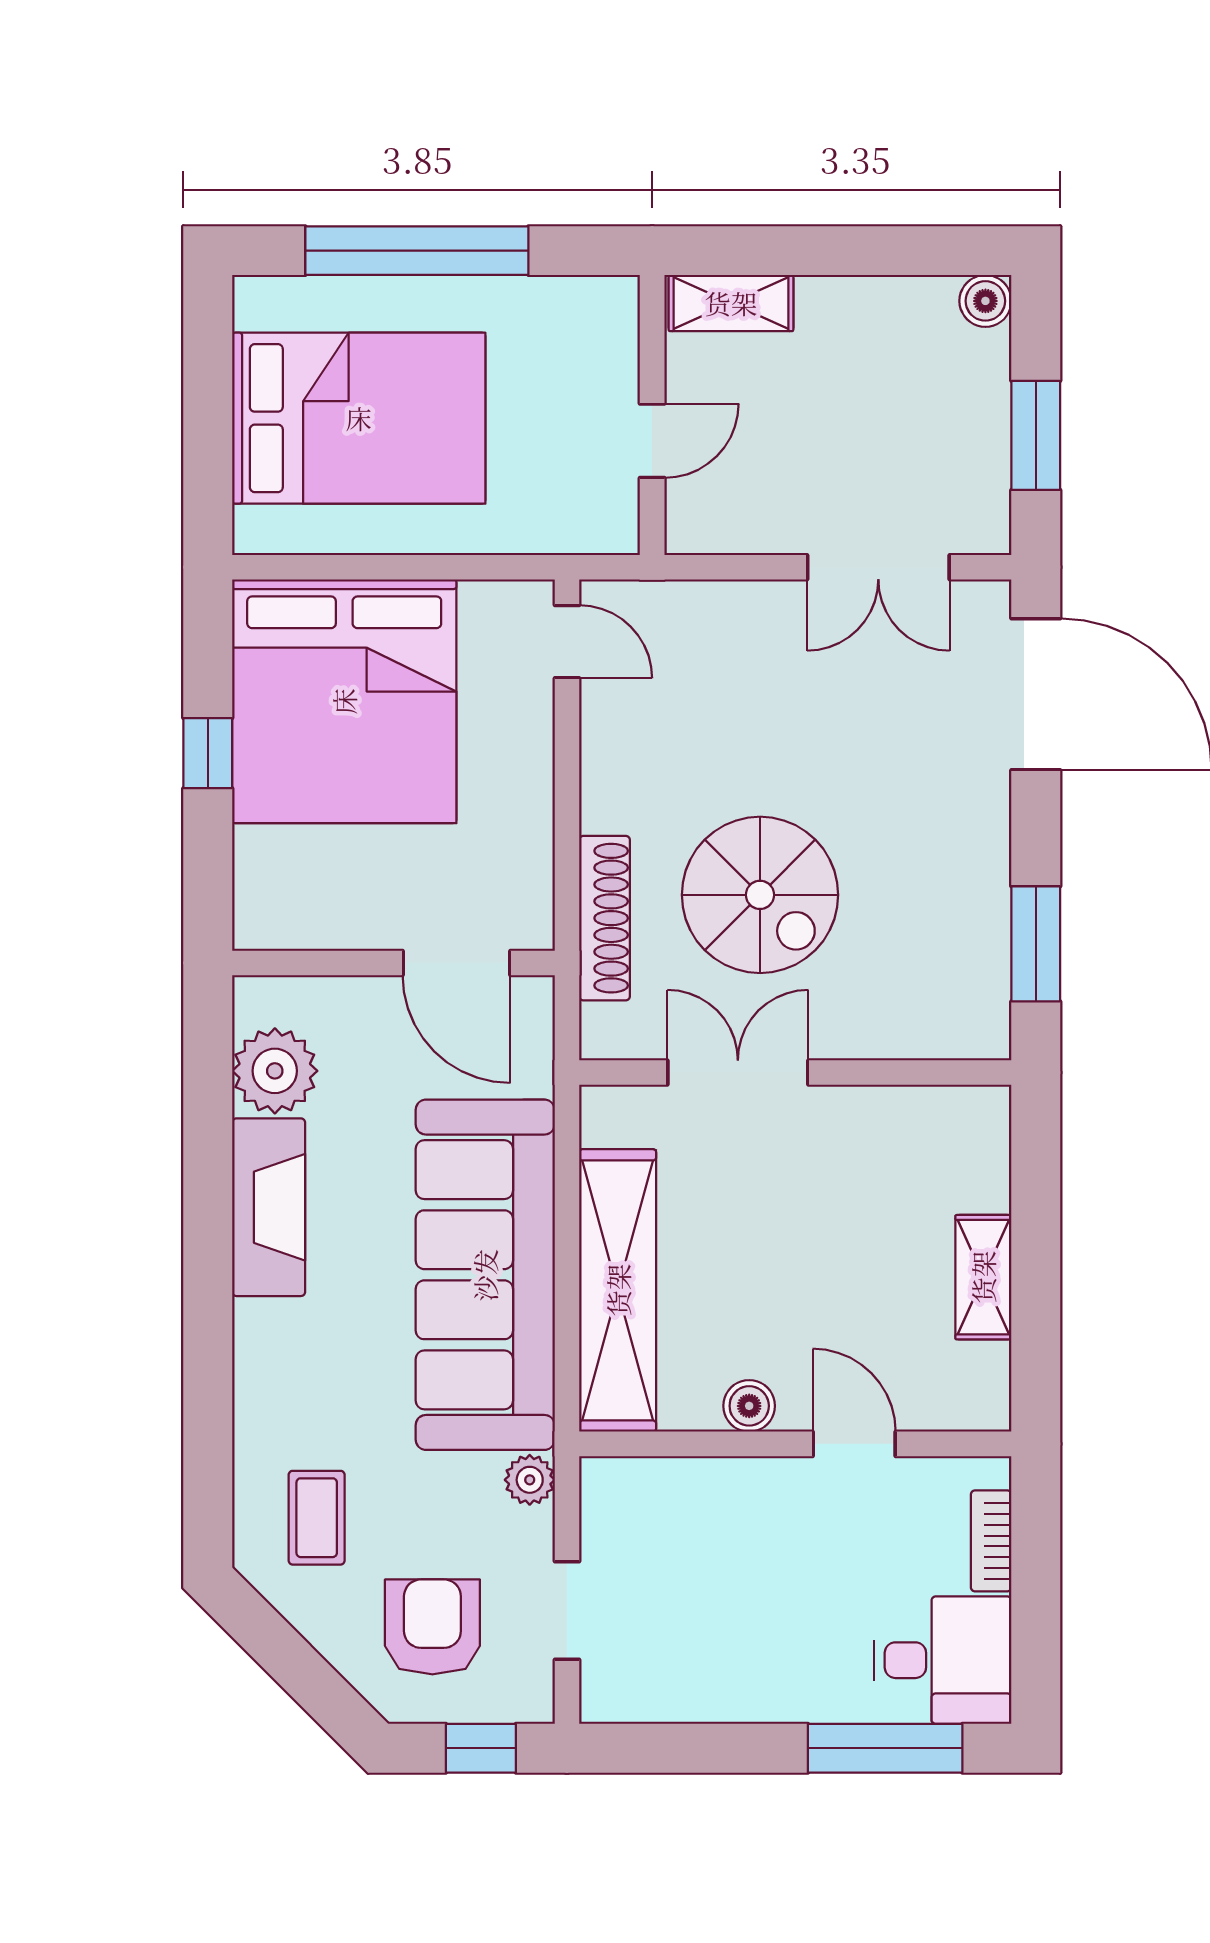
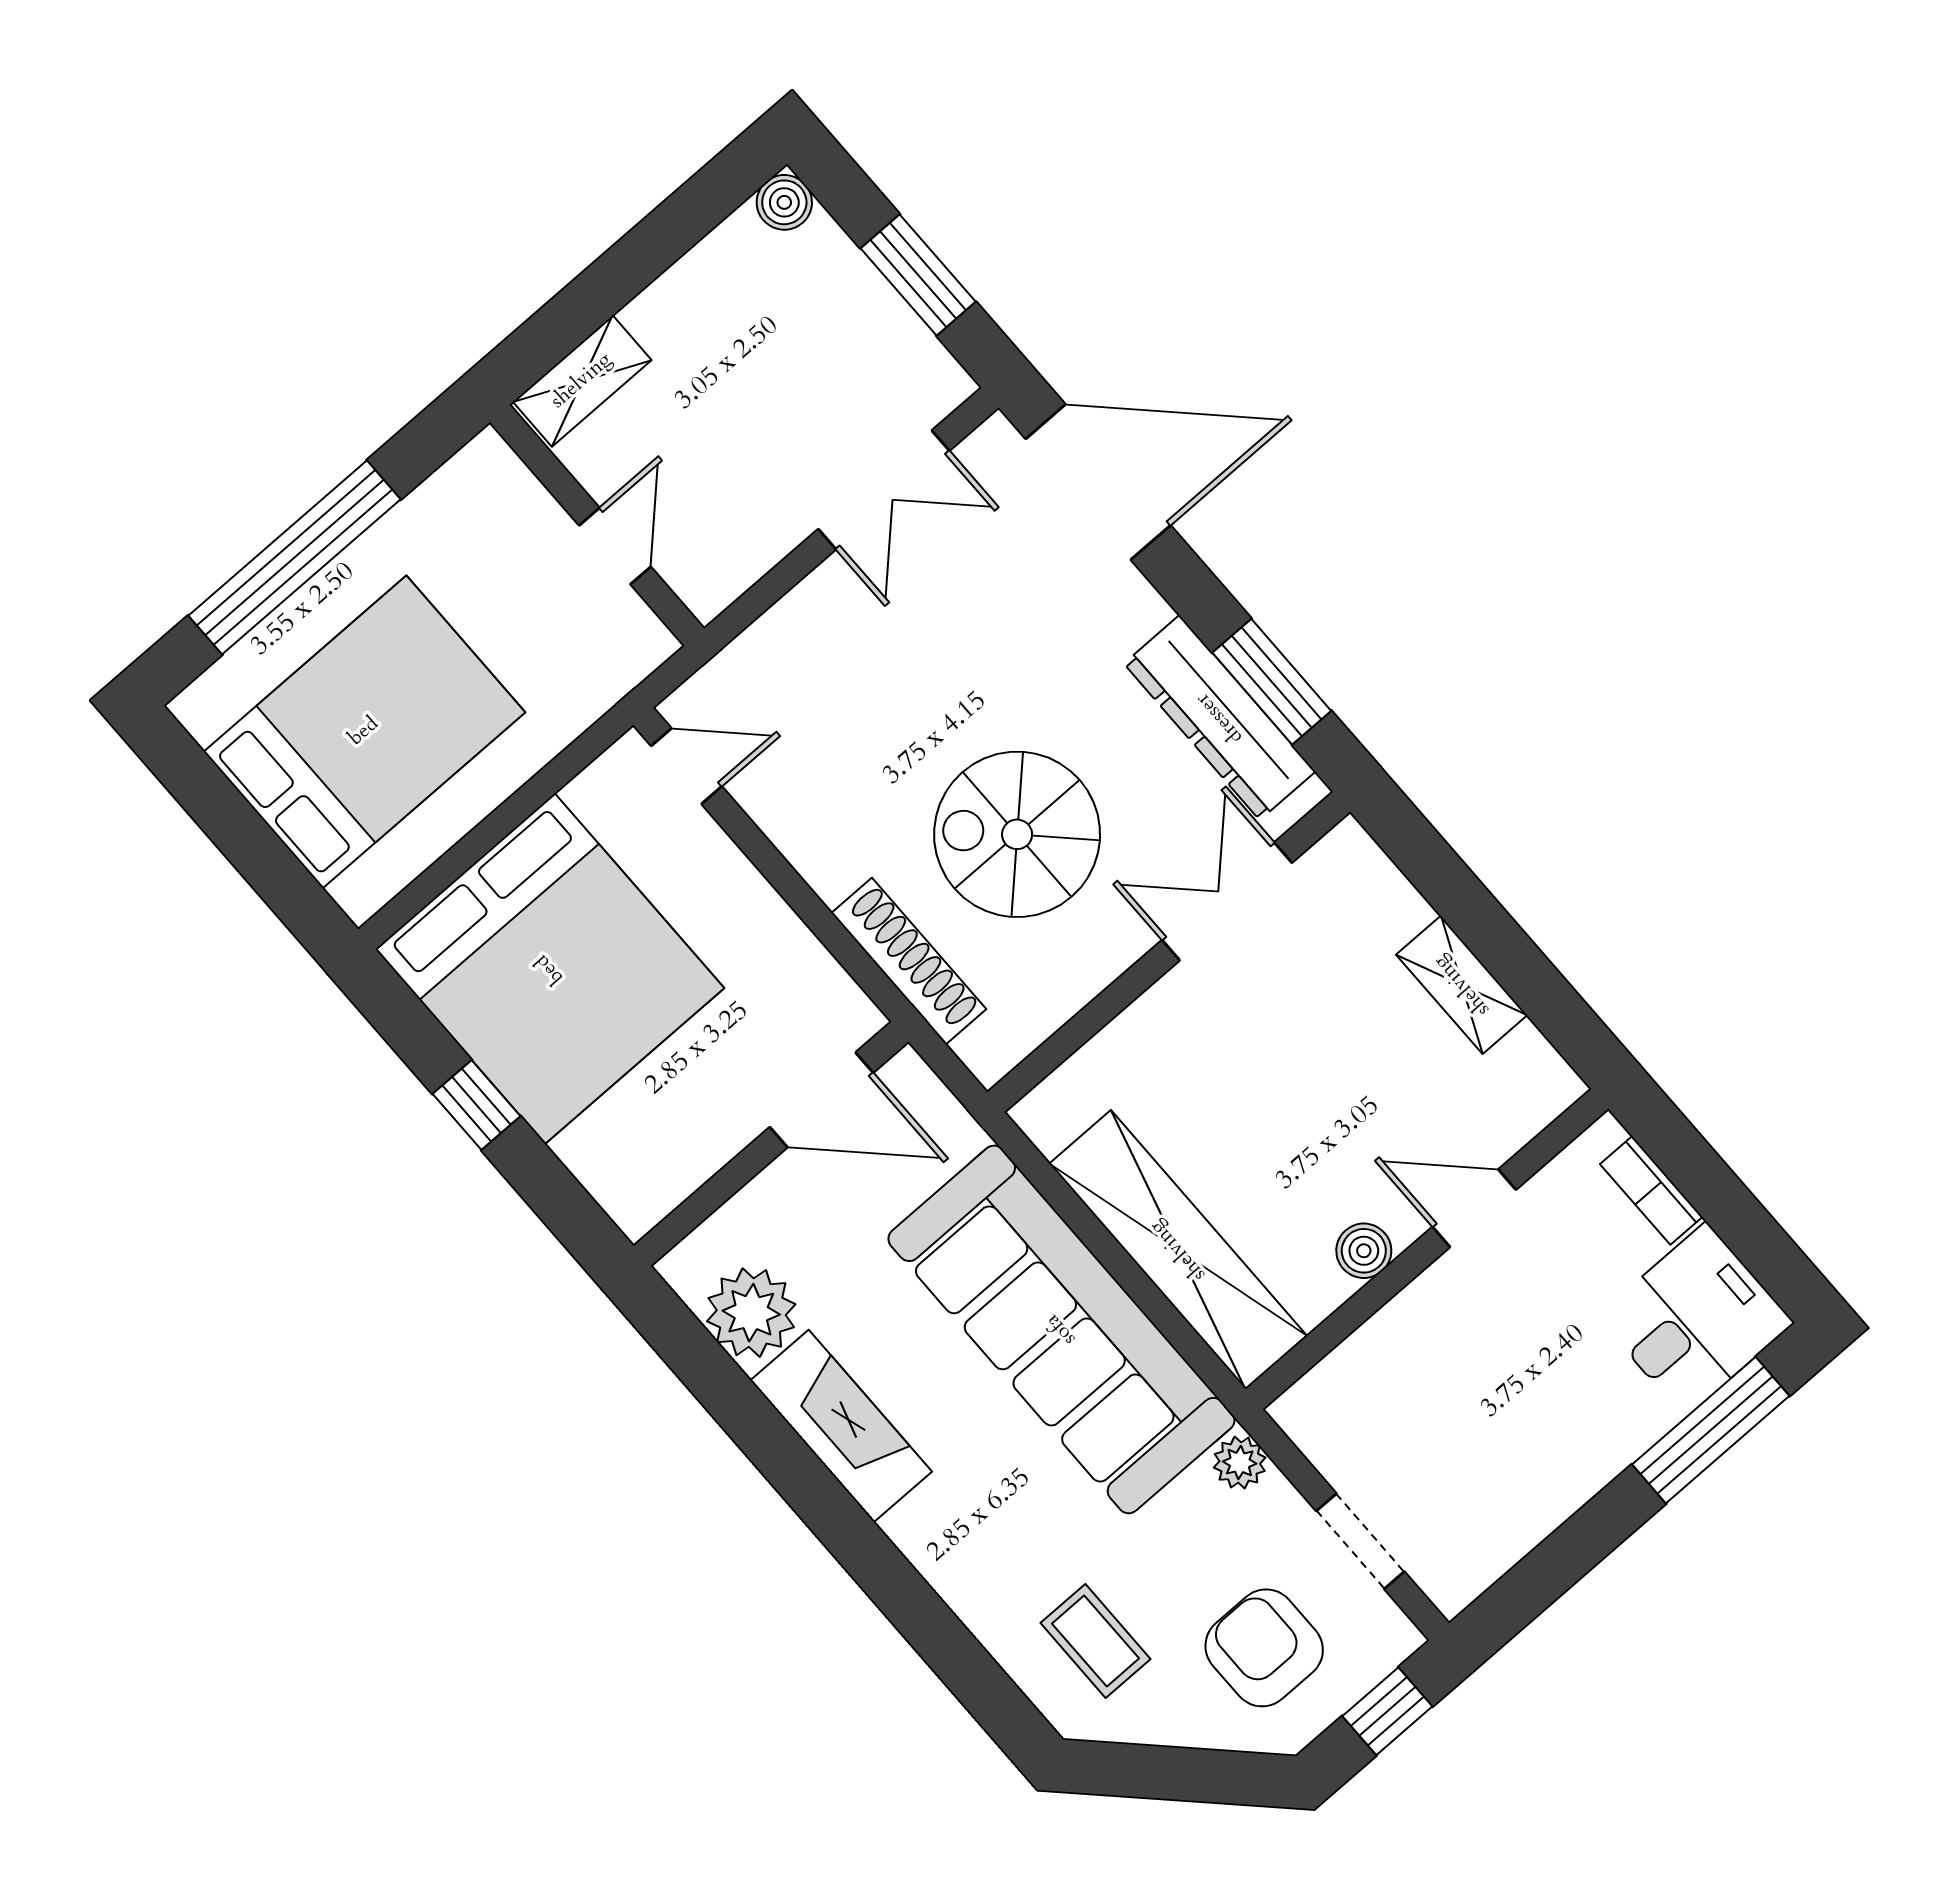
spiral stairs: (760, 895) -> (1017, 834), turned 180
dresser: (976, 937) -> (1220, 718), added
double door: (738, 1073) -> (1227, 901), moved

